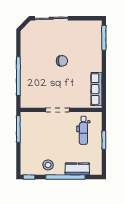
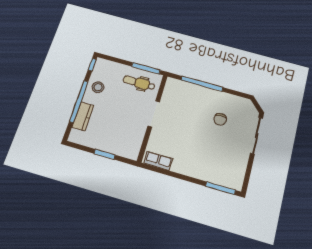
chair: (62, 61) -> (220, 119), moved
row of seats: (96, 89) -> (158, 161), width x0.68
dental chair: (83, 130) -> (139, 83), moved

